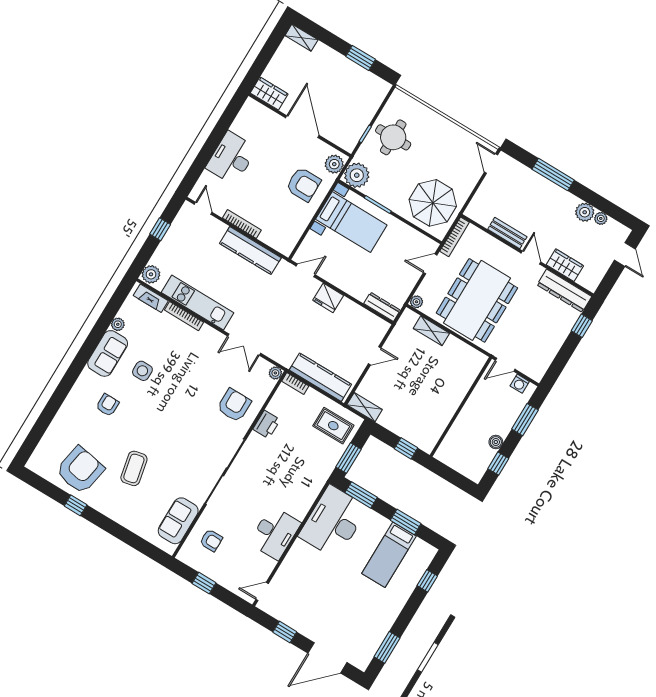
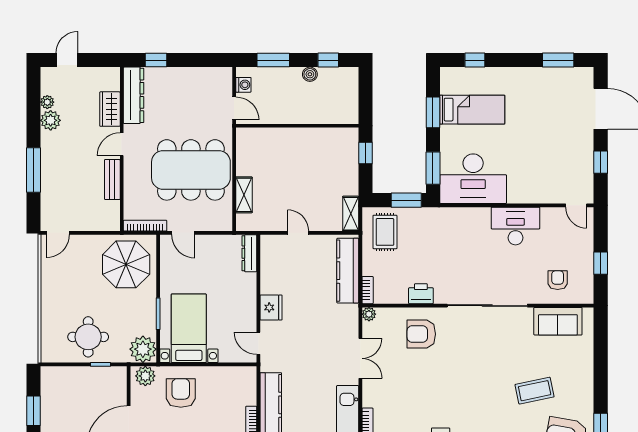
plant: (416, 302) -> (226, 224), removed

